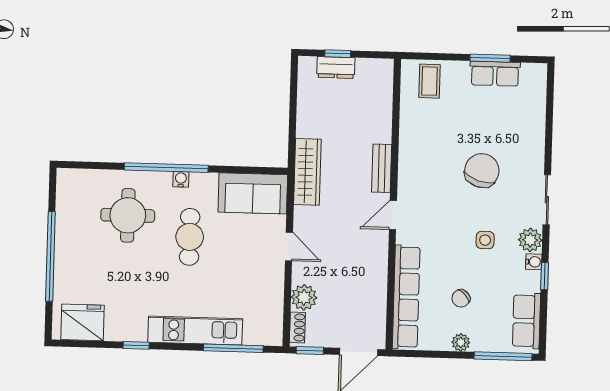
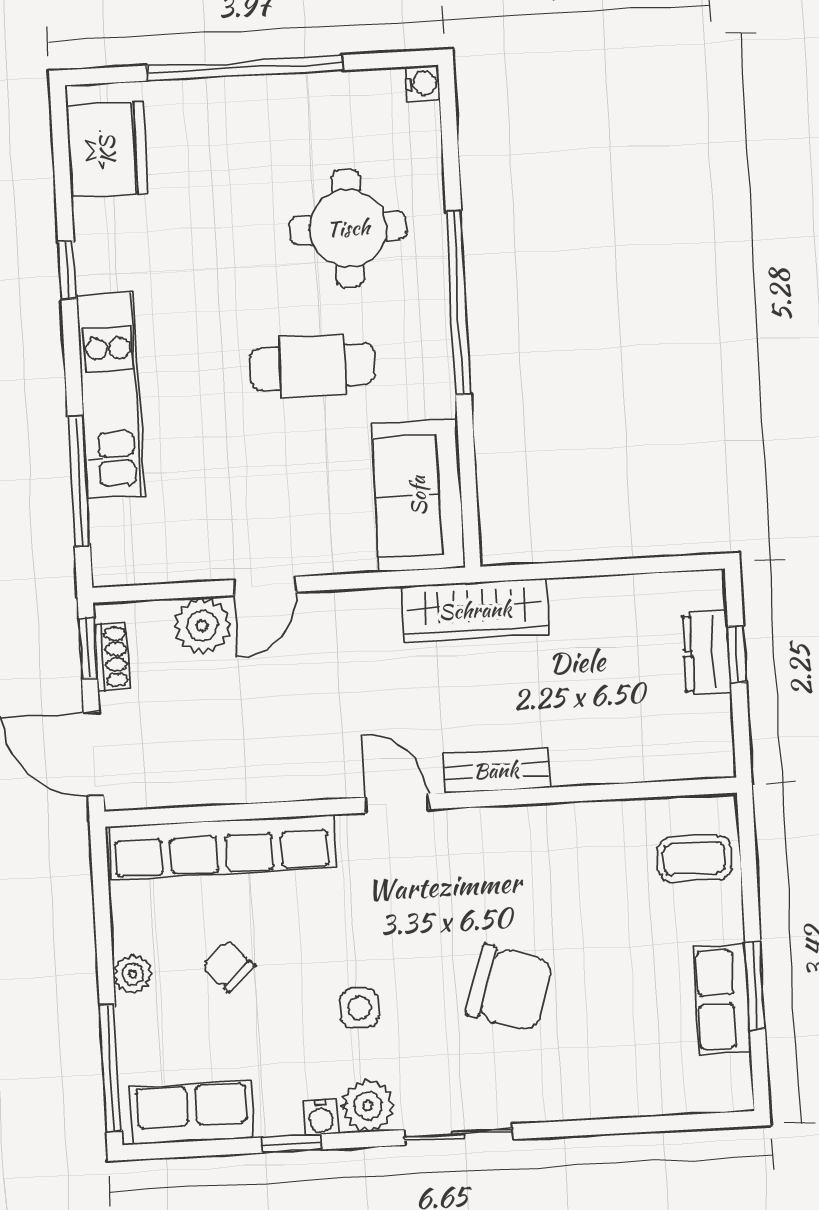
water cooler: (181, 179) -> (422, 83), moved
door: (289, 246) -> (265, 586), moved
shoe rack: (297, 328) -> (112, 657), moved, turned -90

